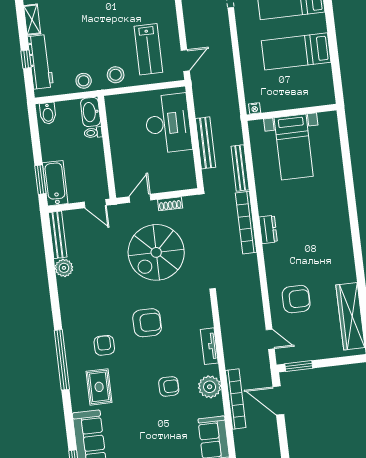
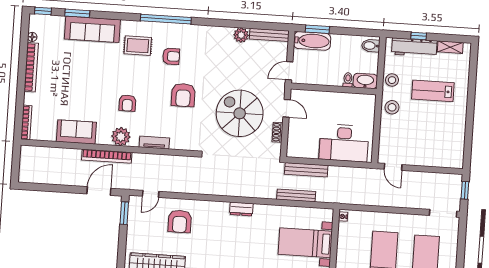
lab bench: (148, 49) -> (433, 91), moved
bench: (206, 143) -> (306, 170), moved
bookcase: (246, 223) -> (250, 192), removed

